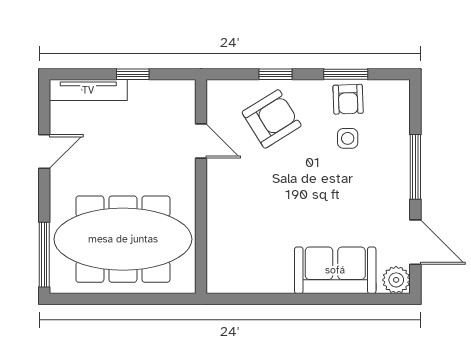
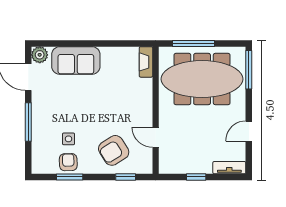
window: (276, 74) -> (126, 177), moved
tv unit: (88, 90) -> (229, 168), width x0.71
fireplace: (217, 268) -> (146, 62), added
window: (137, 299) -> (193, 43), added

